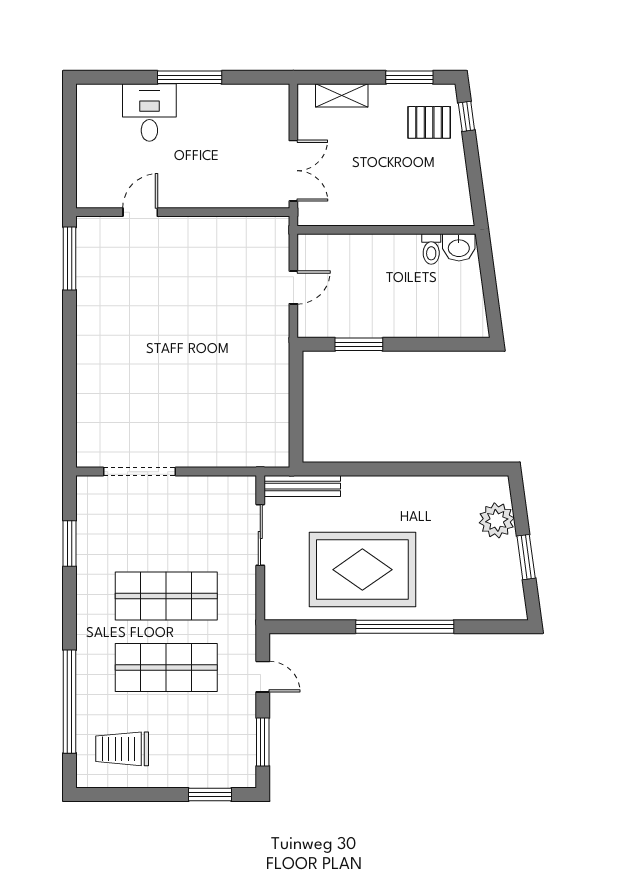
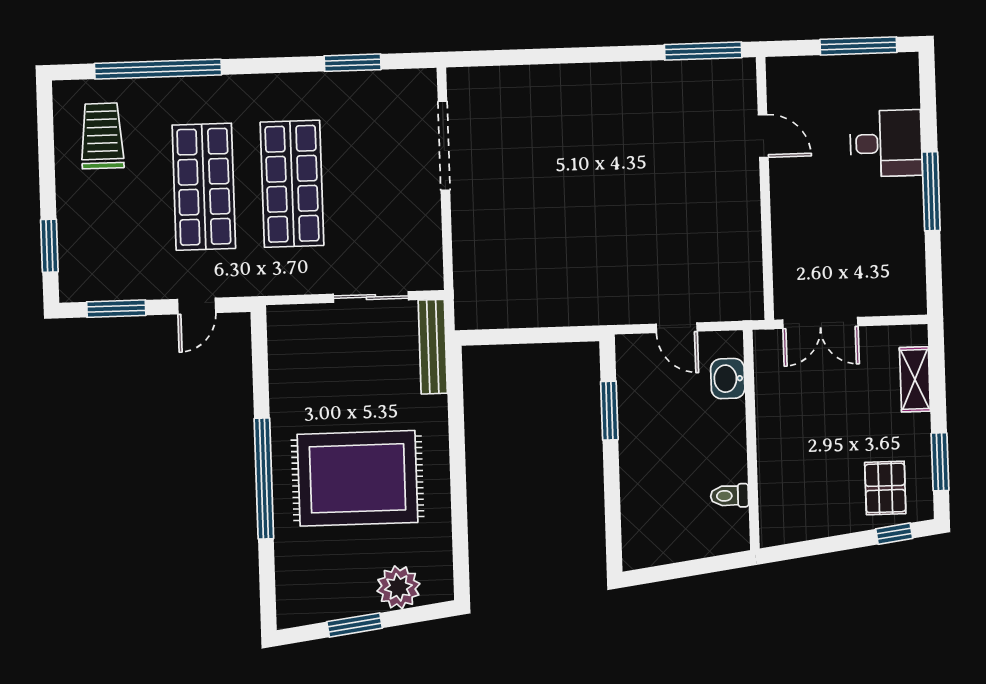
window: (70, 132) -> (858, 46), added
washbasin: (459, 247) -> (728, 379), moved
rug: (362, 570) -> (358, 478), moved, turned 90

